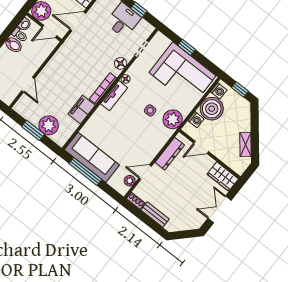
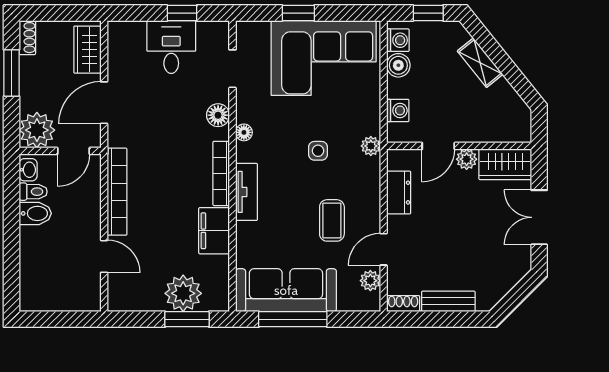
bookcase: (54, 62) -> (117, 192), added
tv unit: (114, 96) -> (246, 192), moved
boiler: (212, 109) -> (398, 65), width x0.54, depth x0.54
plant: (173, 119) -> (371, 146), width x0.53, depth x0.53
window: (33, 130) -> (187, 319), moved
coffee table: (133, 144) -> (332, 220), added
shelving: (245, 144) -> (480, 63), moved
dresser: (170, 154) -> (399, 193), width x0.70
plant: (208, 162) -> (467, 159), added

